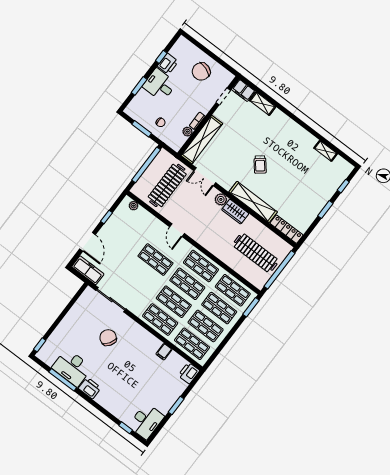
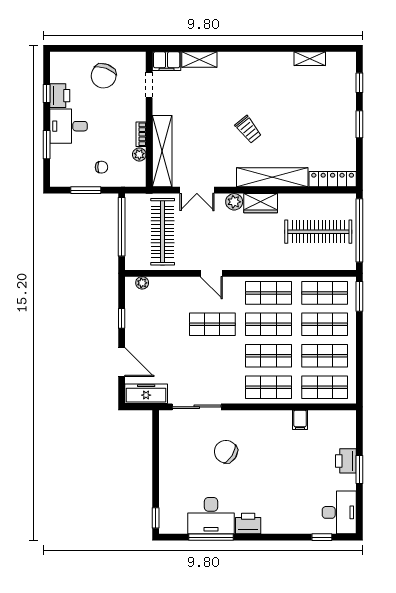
printer: (189, 373) -> (346, 461), moved

